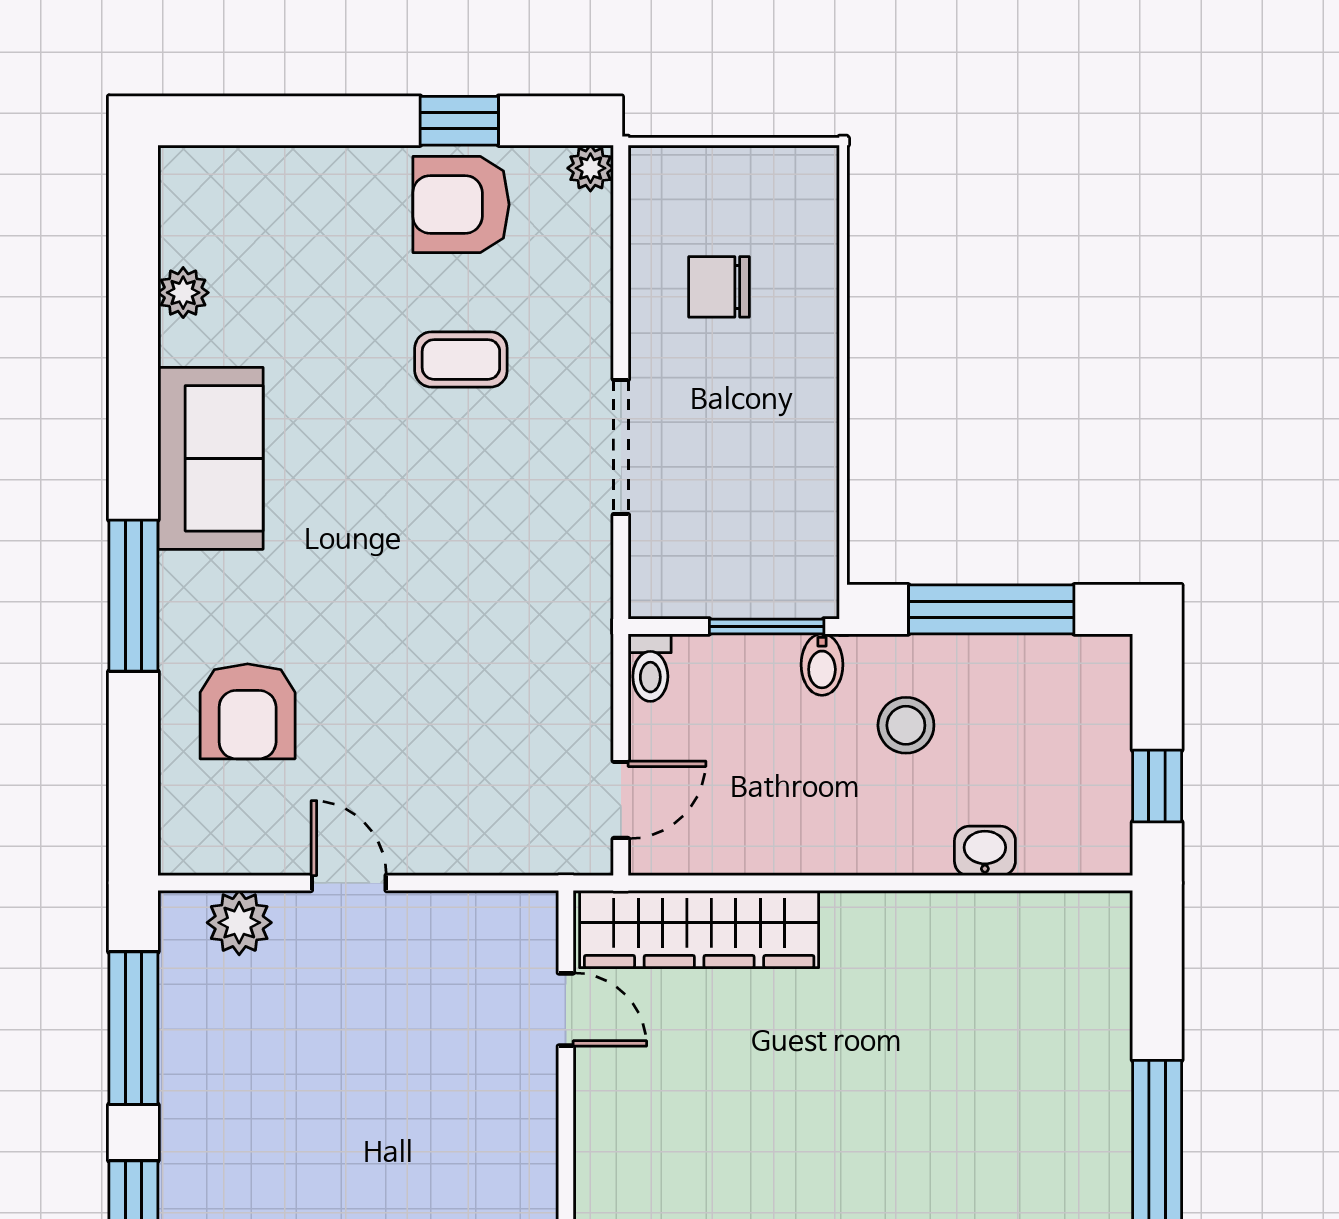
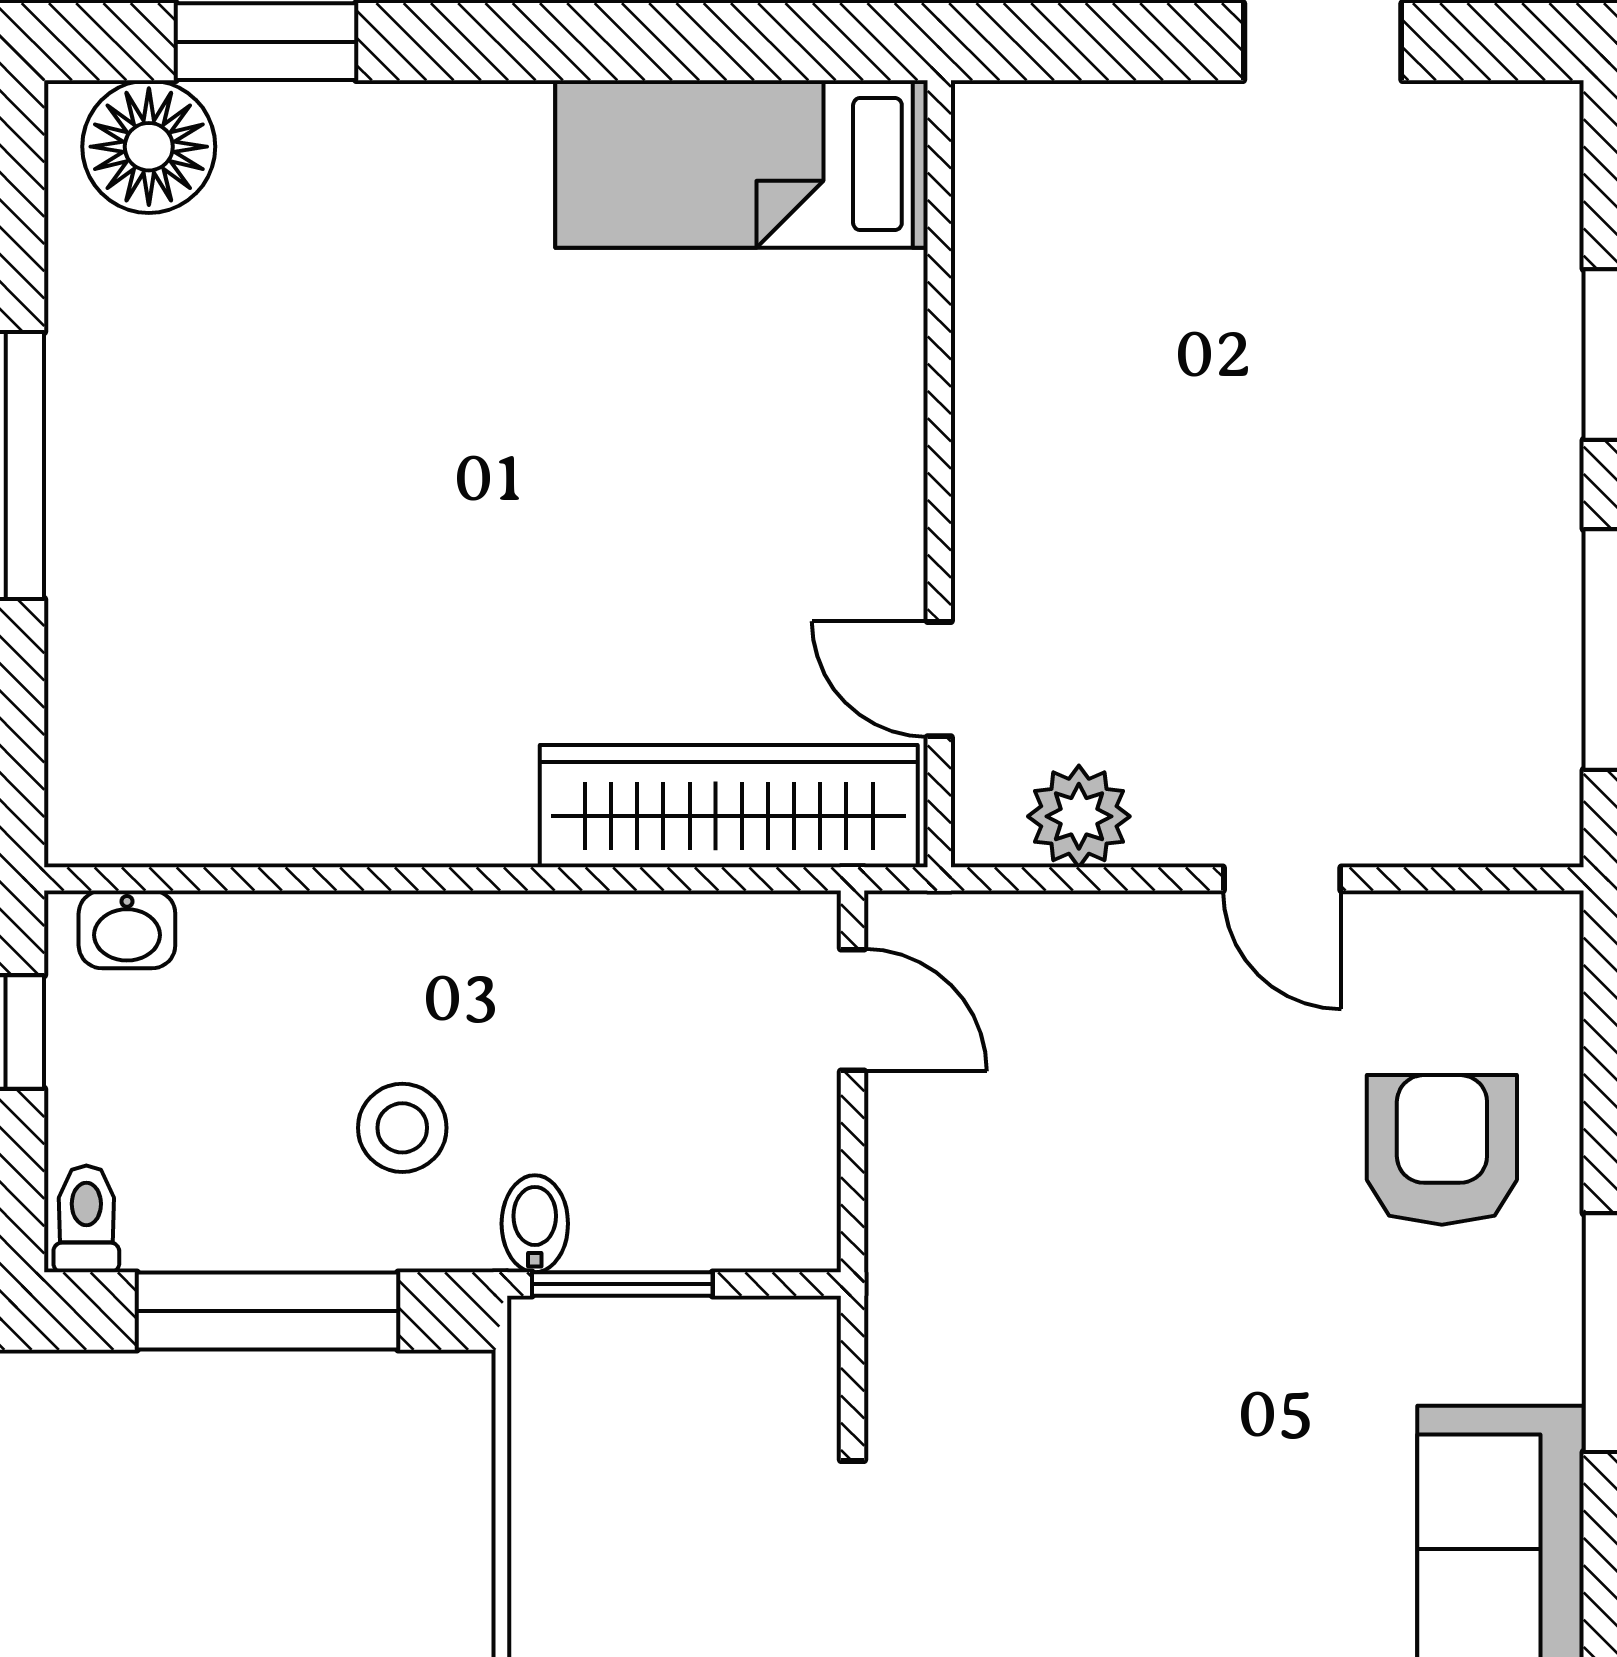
toilet: (650, 668) -> (86, 1219), moved
door: (621, 800) -> (852, 1010), swing flipped
washbasin: (985, 851) -> (127, 929), moved
plant: (239, 923) -> (1079, 816), moved

